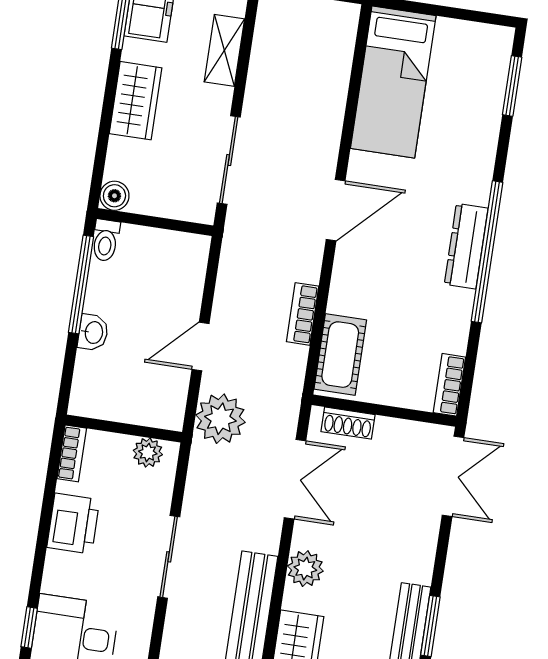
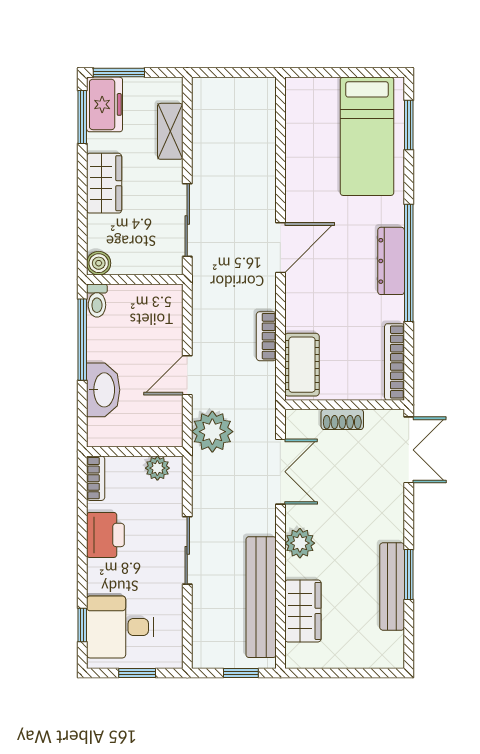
bed: (393, 82) -> (367, 136), moved
washbasin: (93, 332) -> (103, 390), width x1.91, depth x1.45
bookcase: (449, 385) -> (394, 362), width x1.56
shoe rack: (348, 423) -> (342, 419), moved

